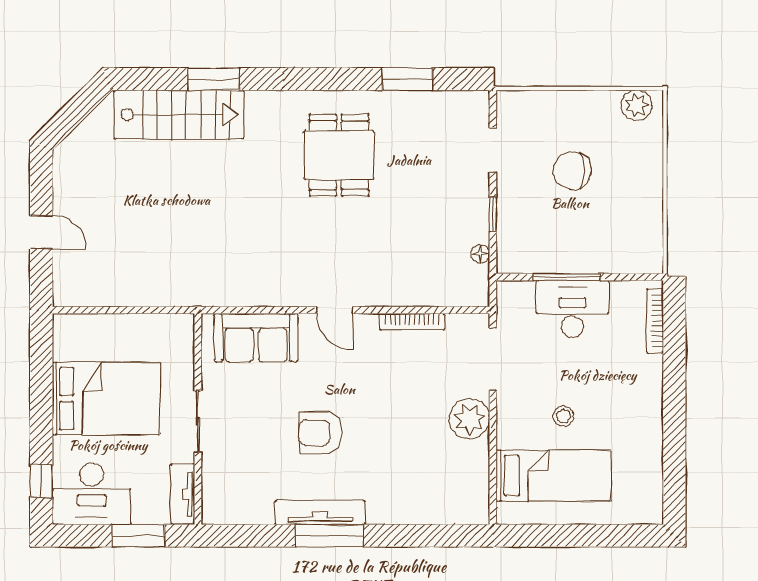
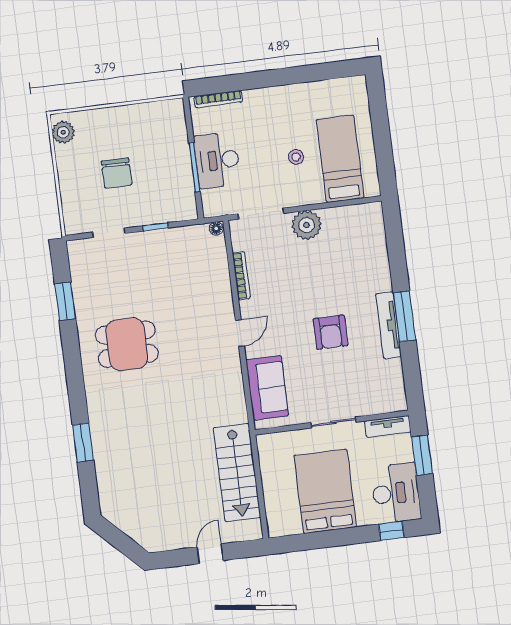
stairs: (179, 115) -> (237, 473), moved, turned 180
floor lamp: (480, 254) -> (216, 228), moved

